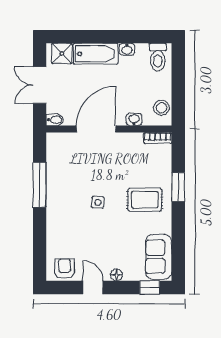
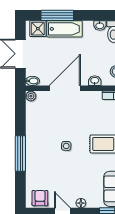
window: (86, 37) -> (57, 15), added
washbasin: (127, 49) -> (100, 25), moved
plant: (53, 139) -> (31, 96), added
window: (40, 185) -> (20, 154), moved

